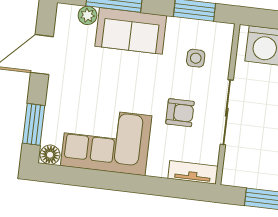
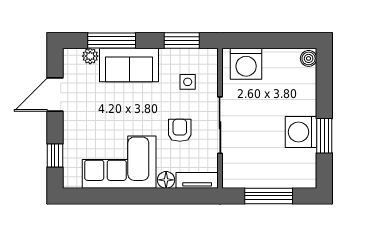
armchair: (180, 113) -> (180, 130), turned -90
window: (34, 124) -> (55, 155), width x0.67
floor lamp: (50, 155) -> (166, 180), moved

